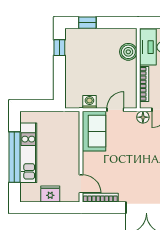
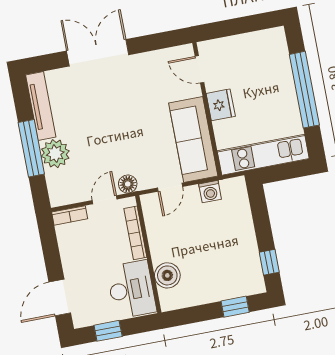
sofa: (94, 131) -> (193, 139), width x1.36
kitchen unit: (28, 153) -> (263, 155), moved, turned 90
fridge: (50, 194) -> (221, 105), moved, turned -90
bookcase: (100, 198) -> (168, 55), removed

